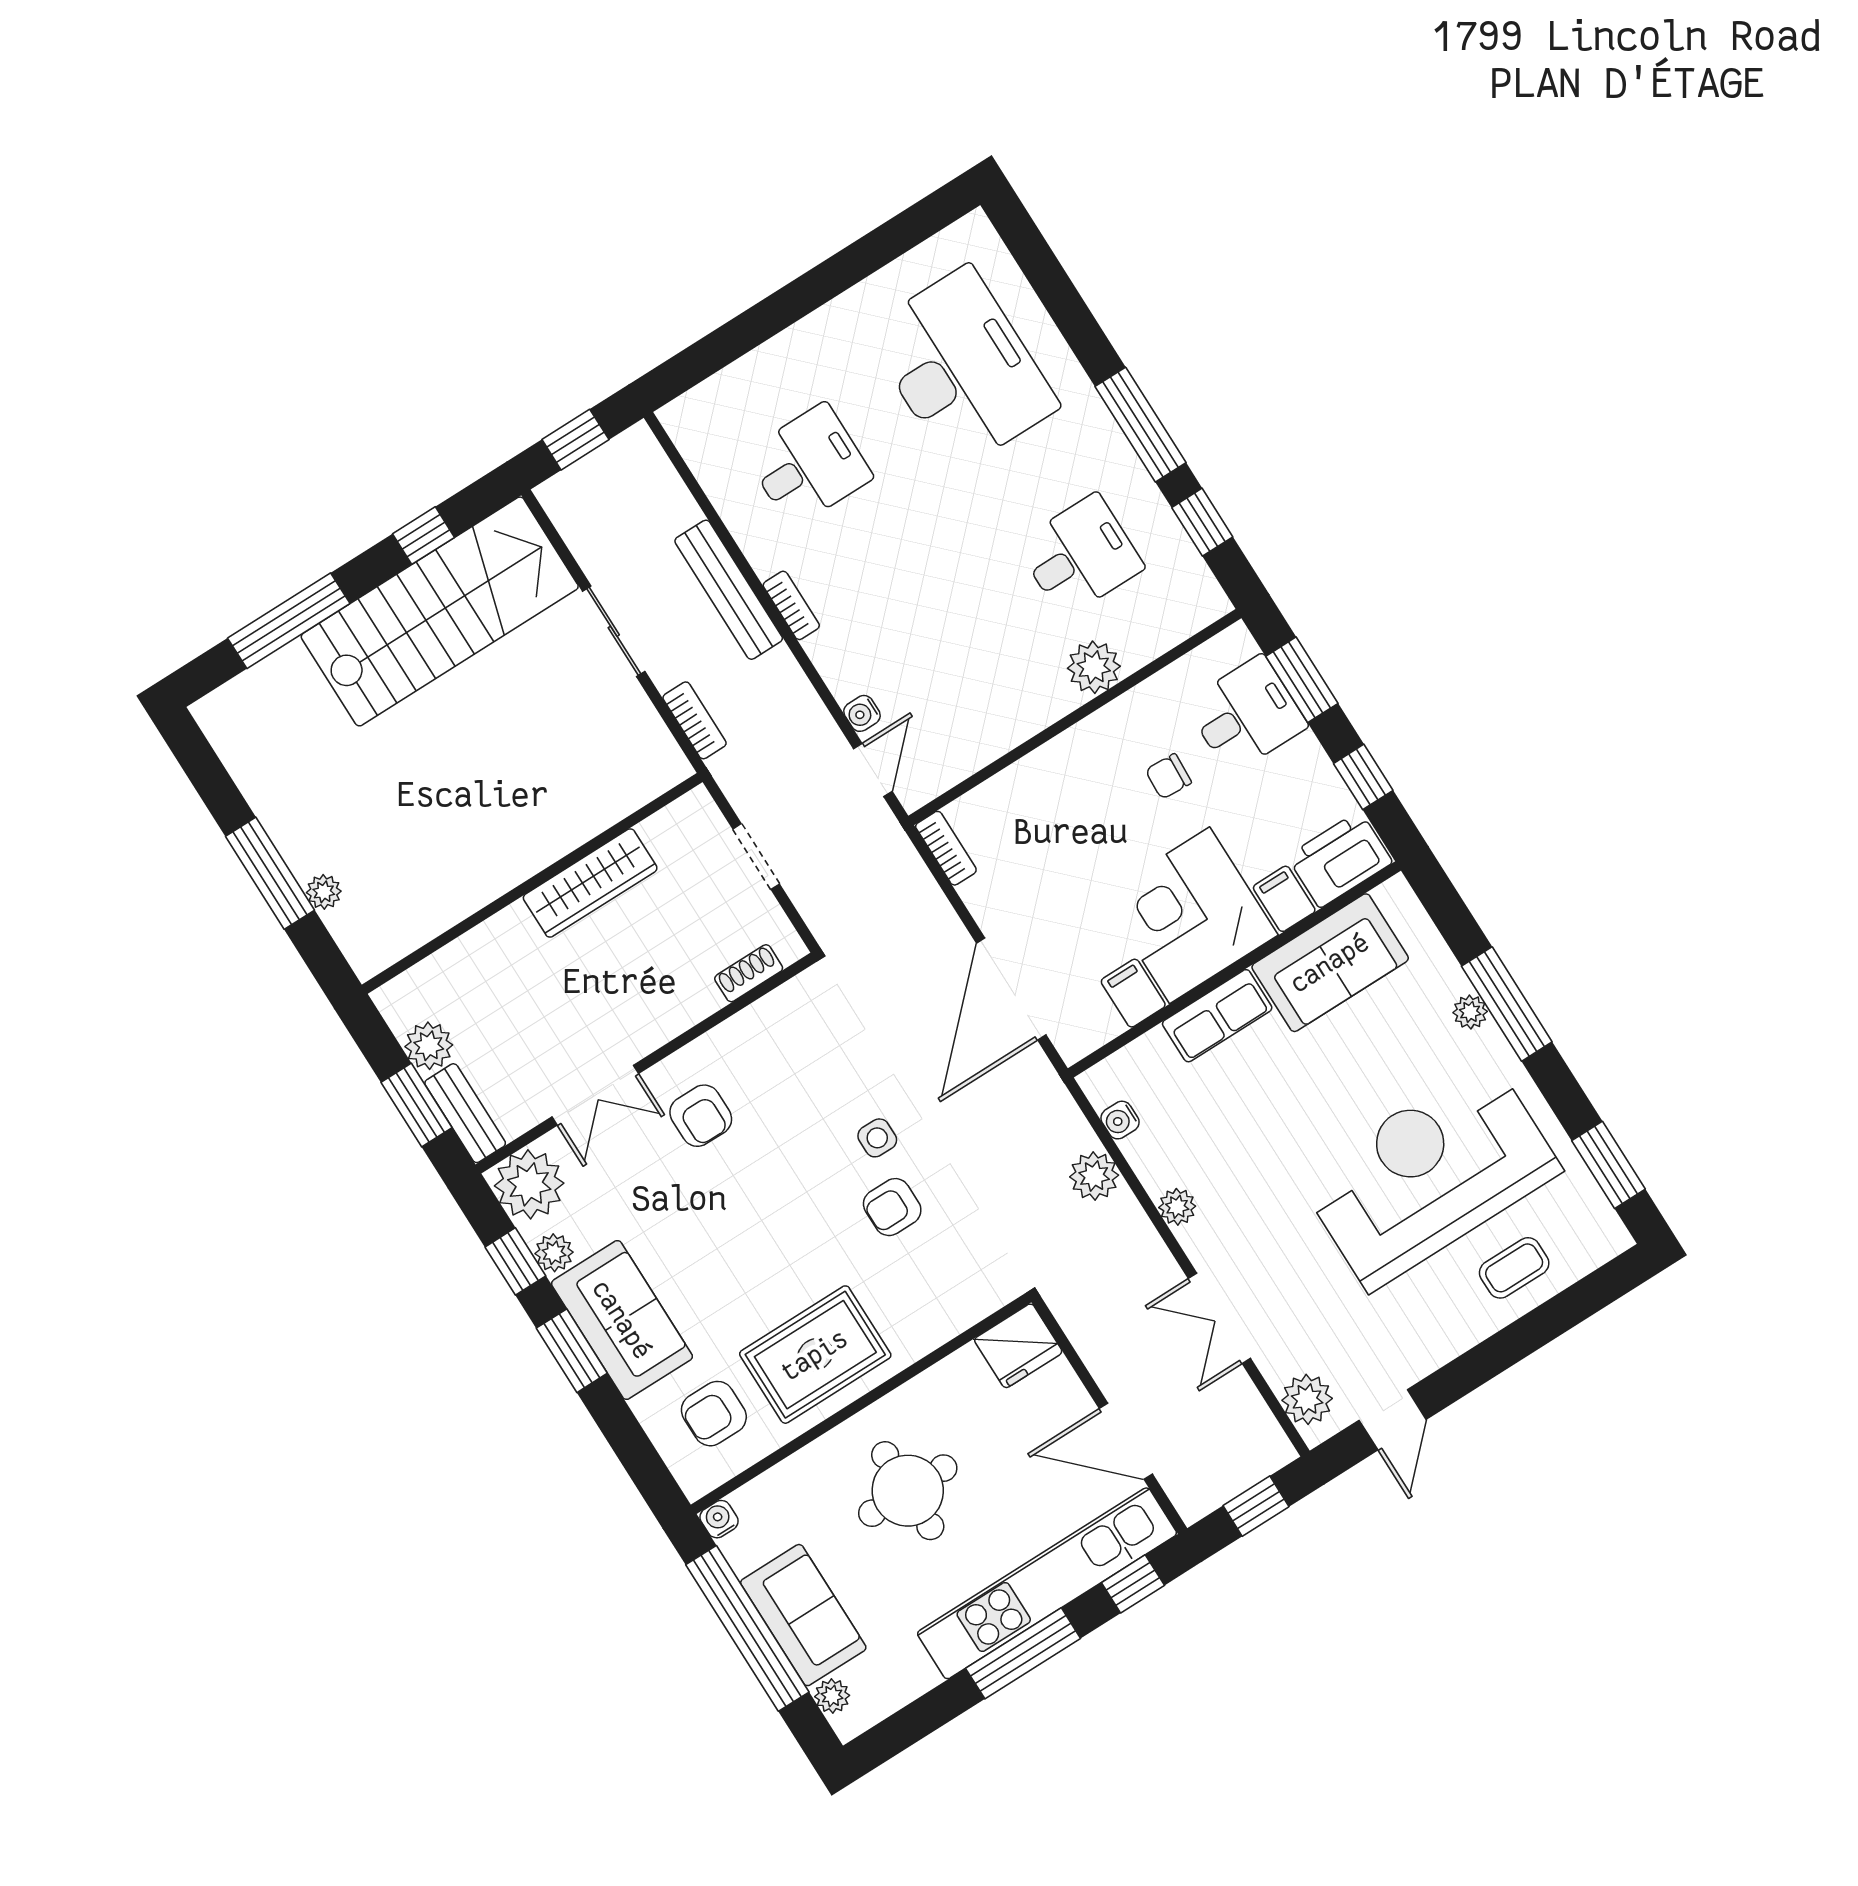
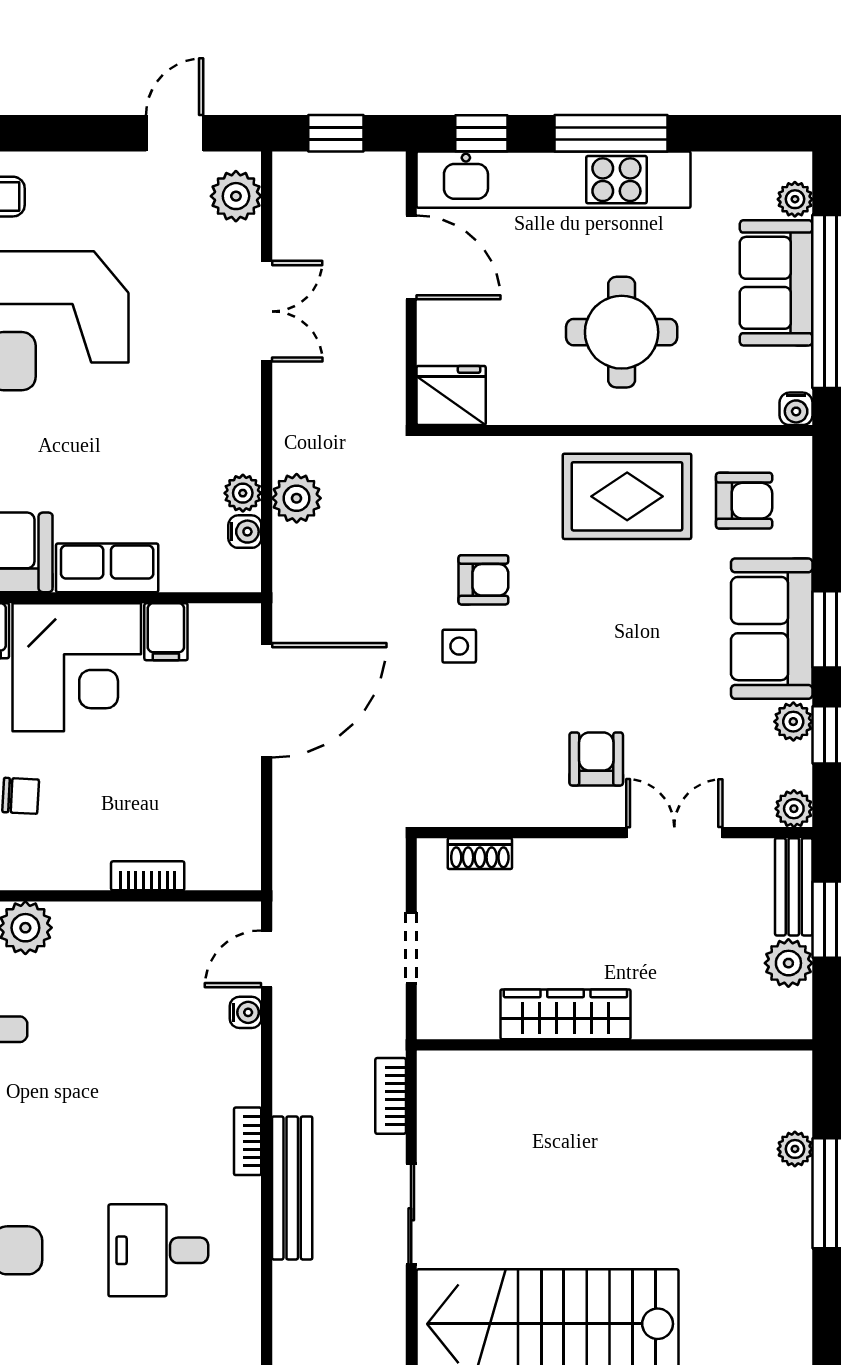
bookcase: (946, 848) -> (148, 876), moved, turned 90
plant: (529, 1184) -> (794, 809), width x0.53, depth x0.53
plant: (1177, 1207) -> (243, 493), moved

